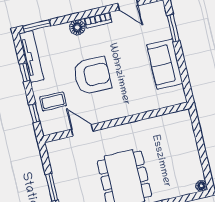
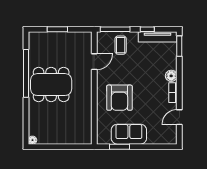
window: (173, 28) -> (119, 147), moved
armchair: (92, 76) -> (119, 98), moved
window: (34, 113) -> (115, 29), width x2.17

